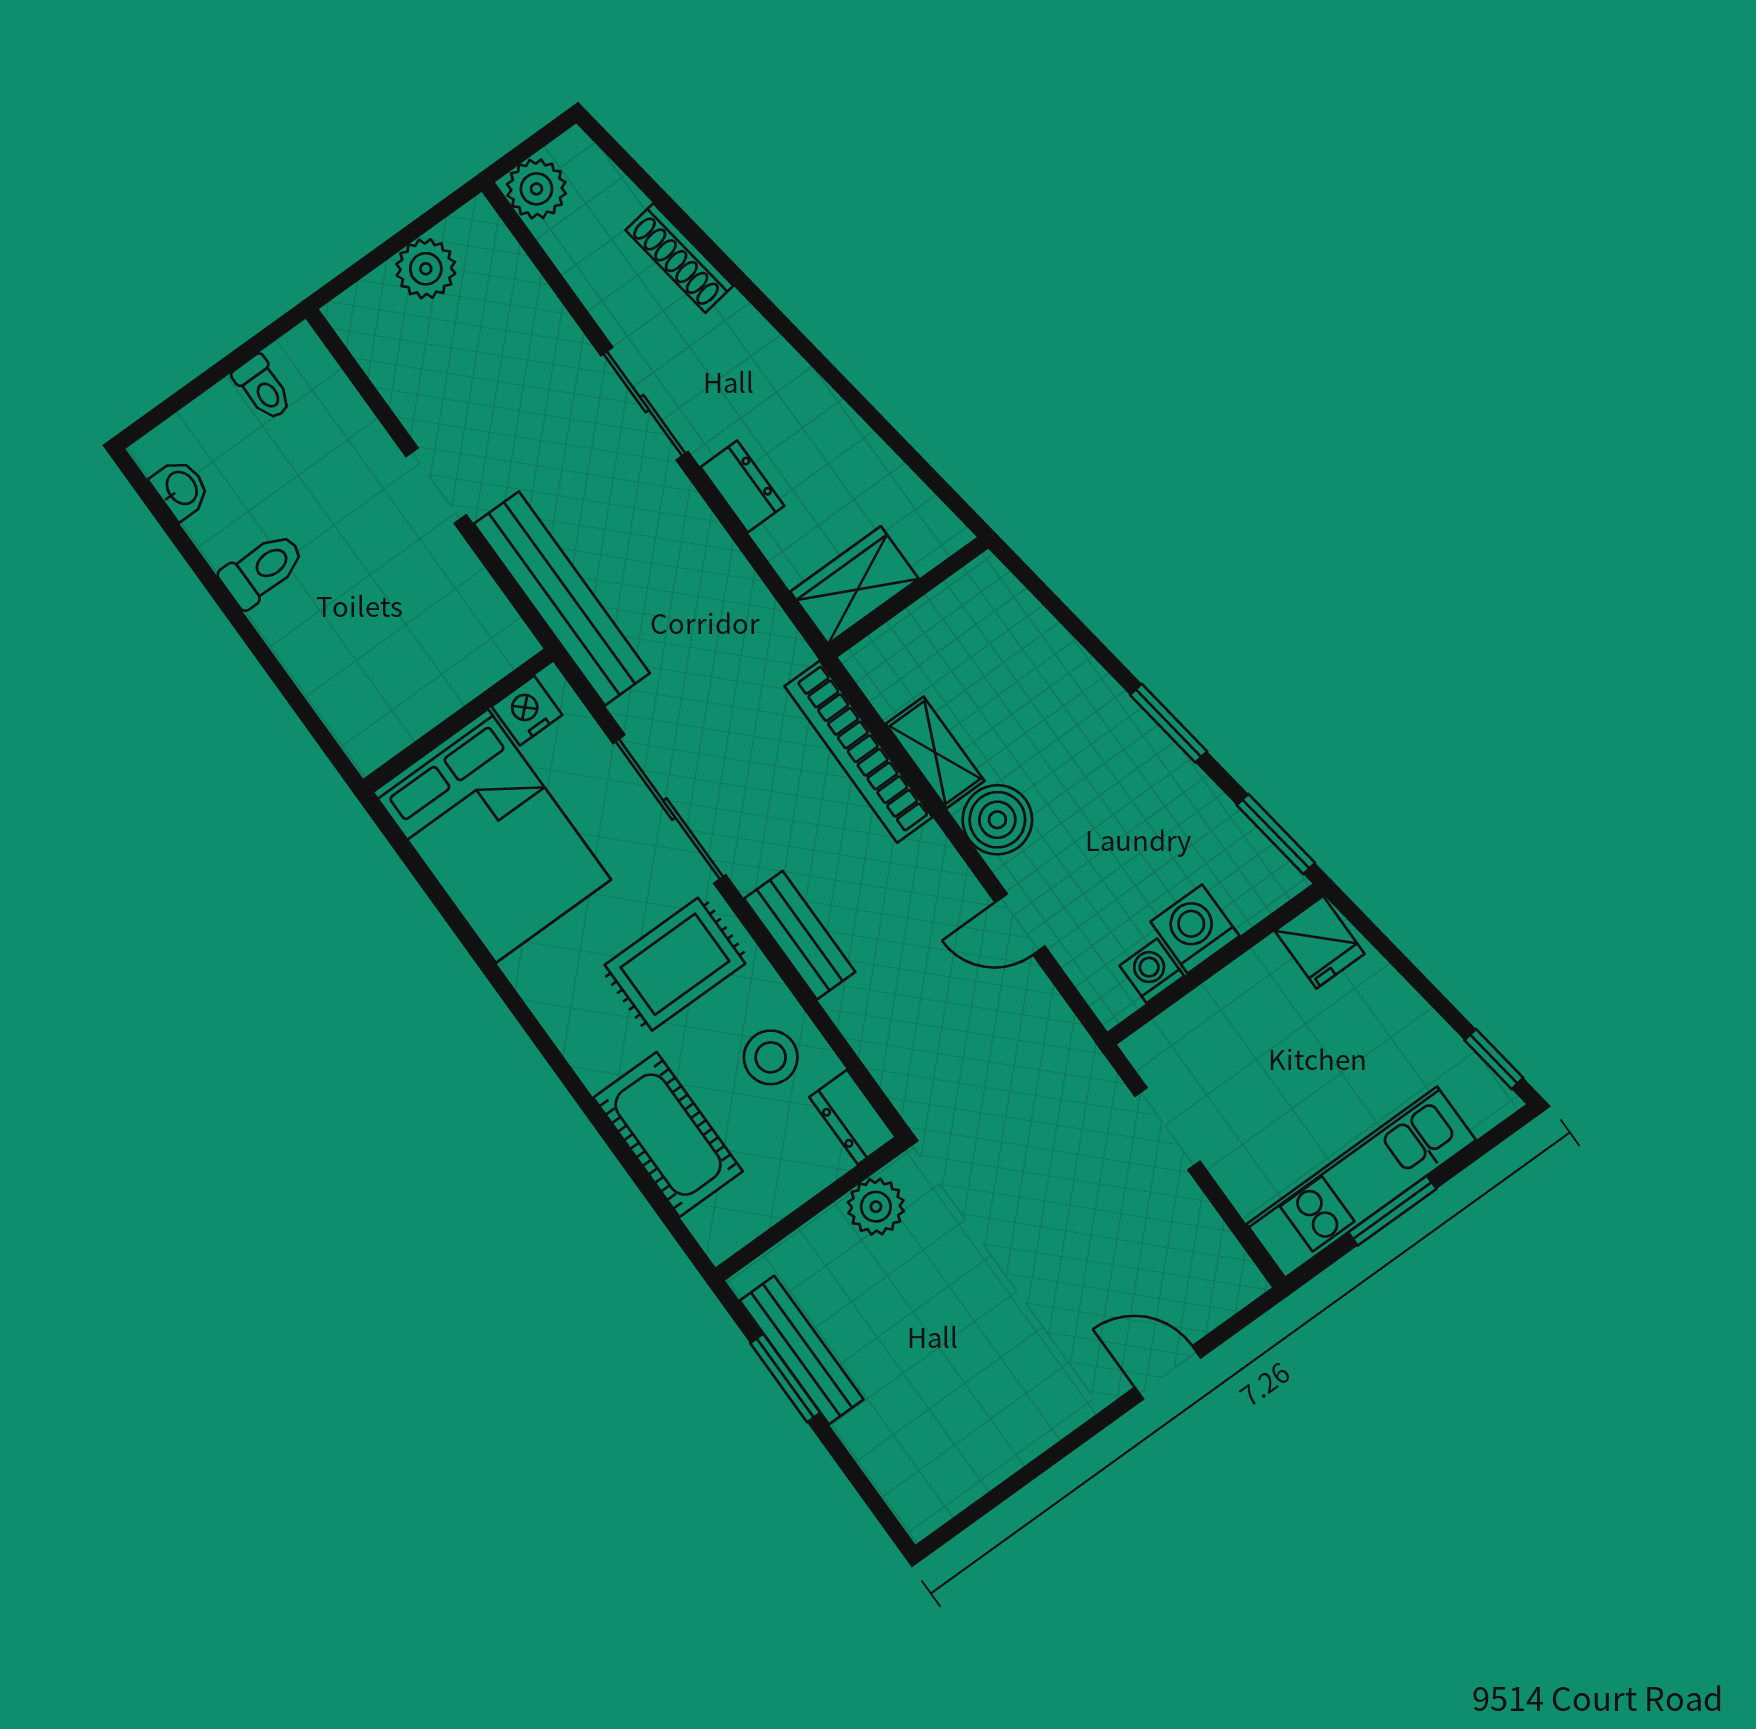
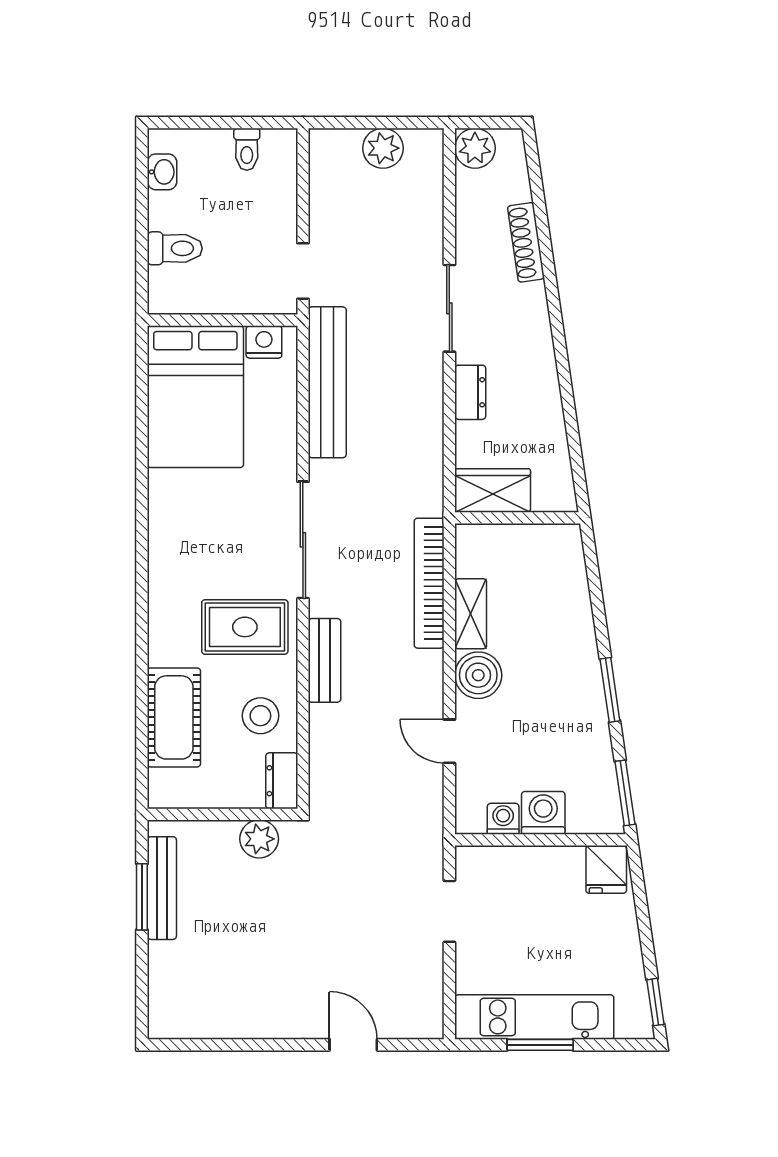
nightstand: (527, 711) -> (264, 342), moved
wall: (458, 720) -> (222, 320), moved
bed: (492, 836) -> (195, 397), moved

